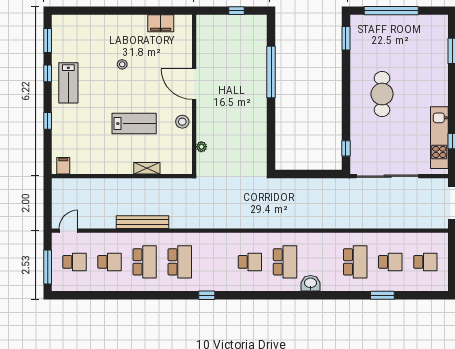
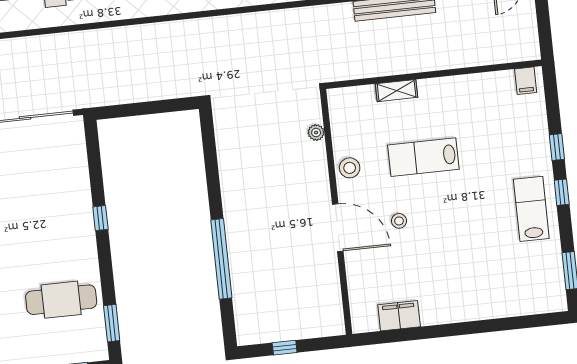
stool: (122, 64) -> (399, 221), moved
window: (48, 73) -> (562, 192), moved
cafe table: (382, 94) -> (61, 300), moved, turned 90
window: (346, 148) -> (100, 218), moved

